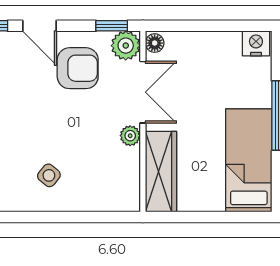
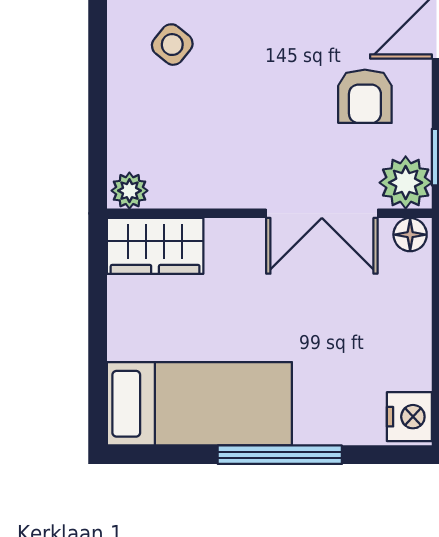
armchair: (78, 68) -> (365, 96), width x0.72, depth x0.72
plant: (130, 136) -> (129, 191), moved
wardrobe: (161, 172) -> (155, 246), width x0.67

